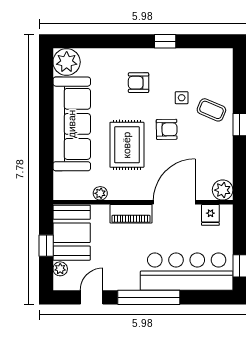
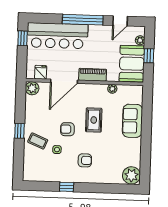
sofa: (72, 124) -> (132, 121), width x0.54, depth x0.79
rug: (127, 145) -> (94, 120), width x0.73, depth x0.70

